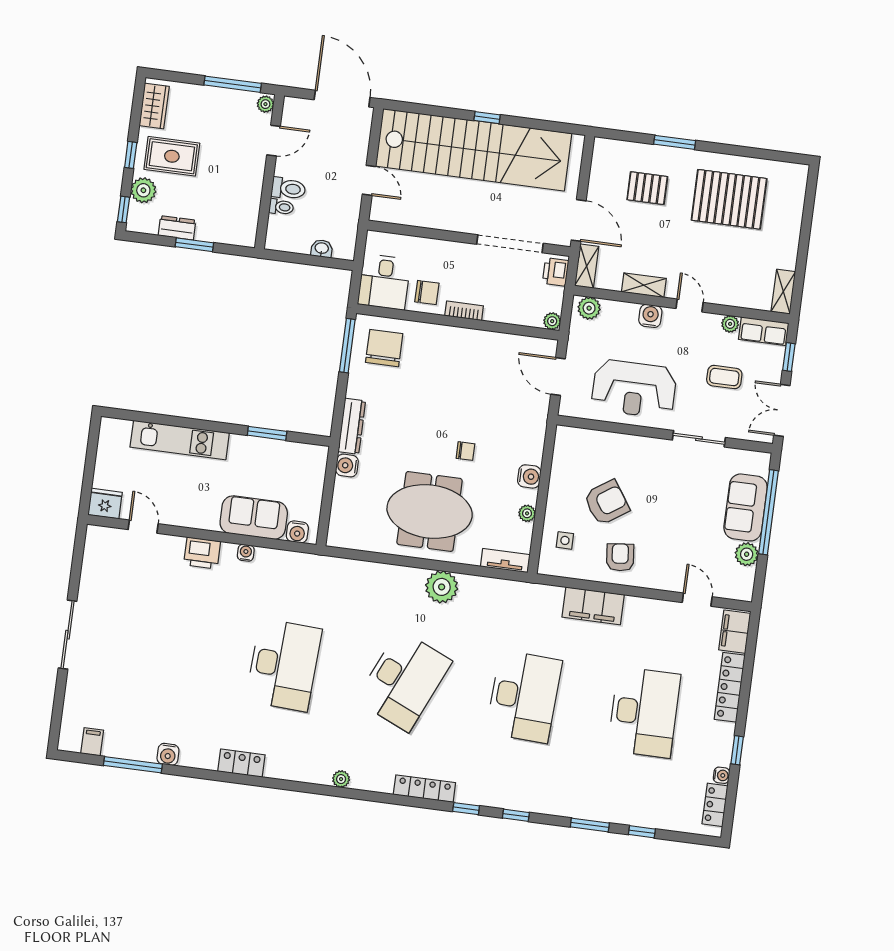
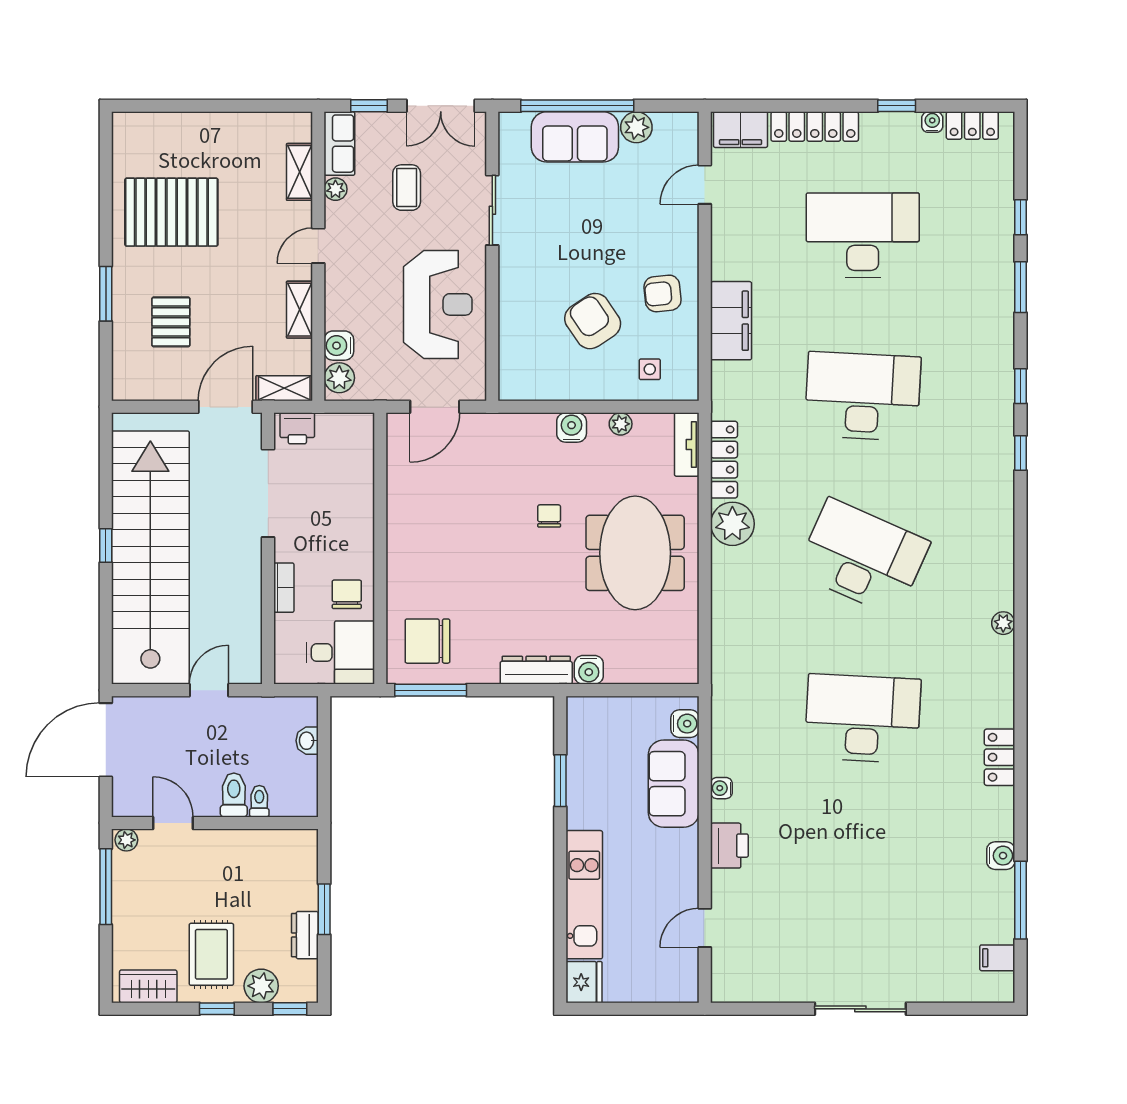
pallet: (729, 199) -> (171, 212), turned 90
shelving: (783, 292) -> (300, 172), moved, turned 90
bookcase: (464, 311) -> (284, 588), moved, turned 180
water cooler: (650, 316) -> (339, 346), moved
plant: (552, 321) -> (363, 424), removed
fridge: (105, 504) -> (584, 982), moved, turned 180
locker: (424, 789) -> (724, 460), moved, turned 180

